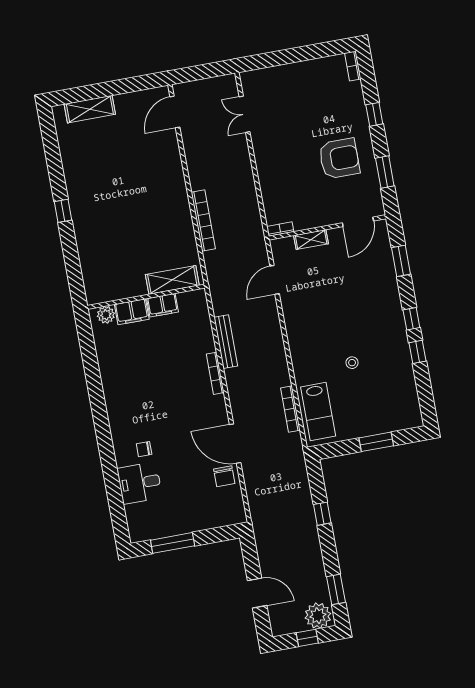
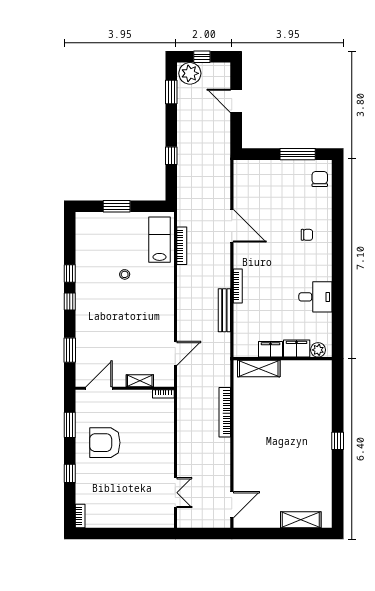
chair: (224, 476) -> (320, 179), moved
desk: (140, 483) -> (315, 297), moved

